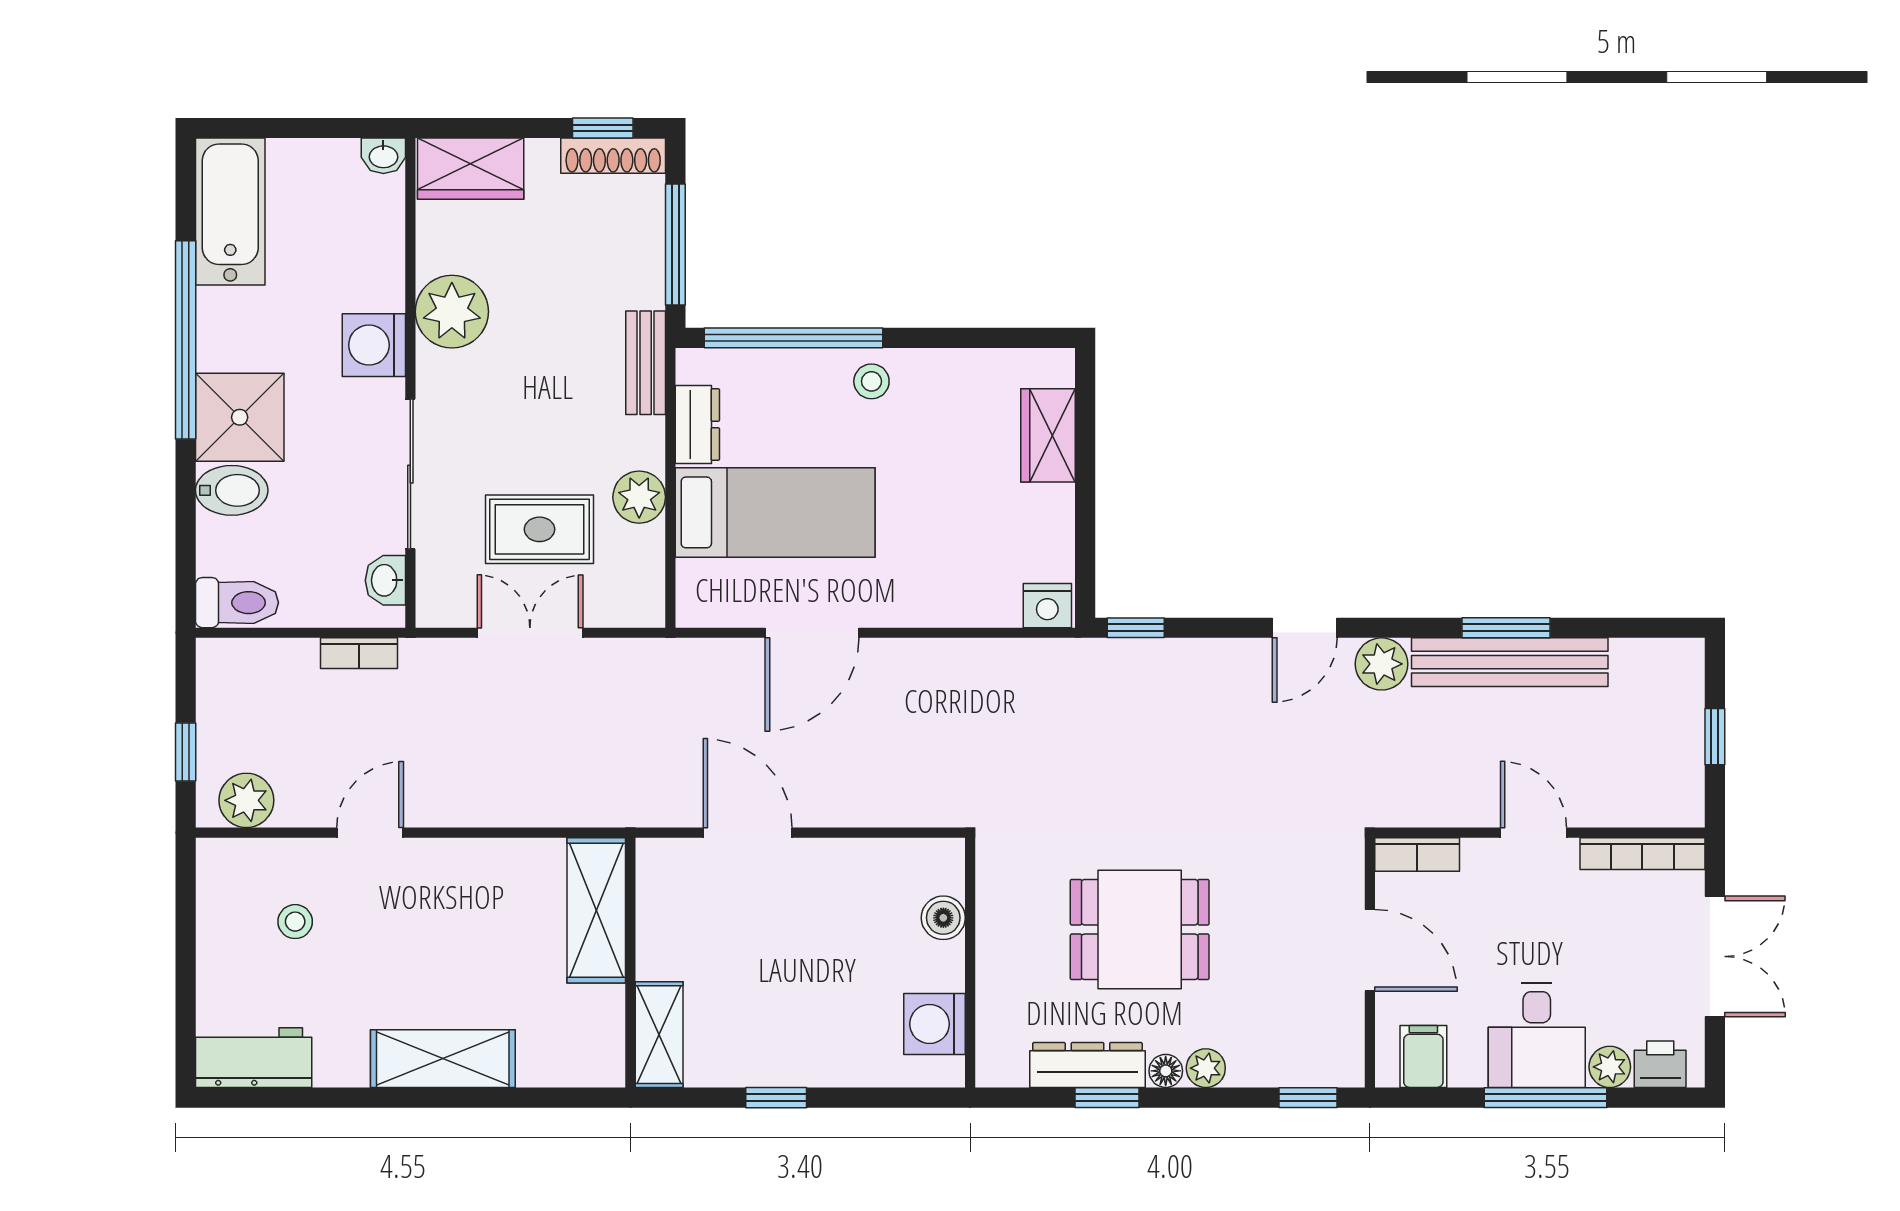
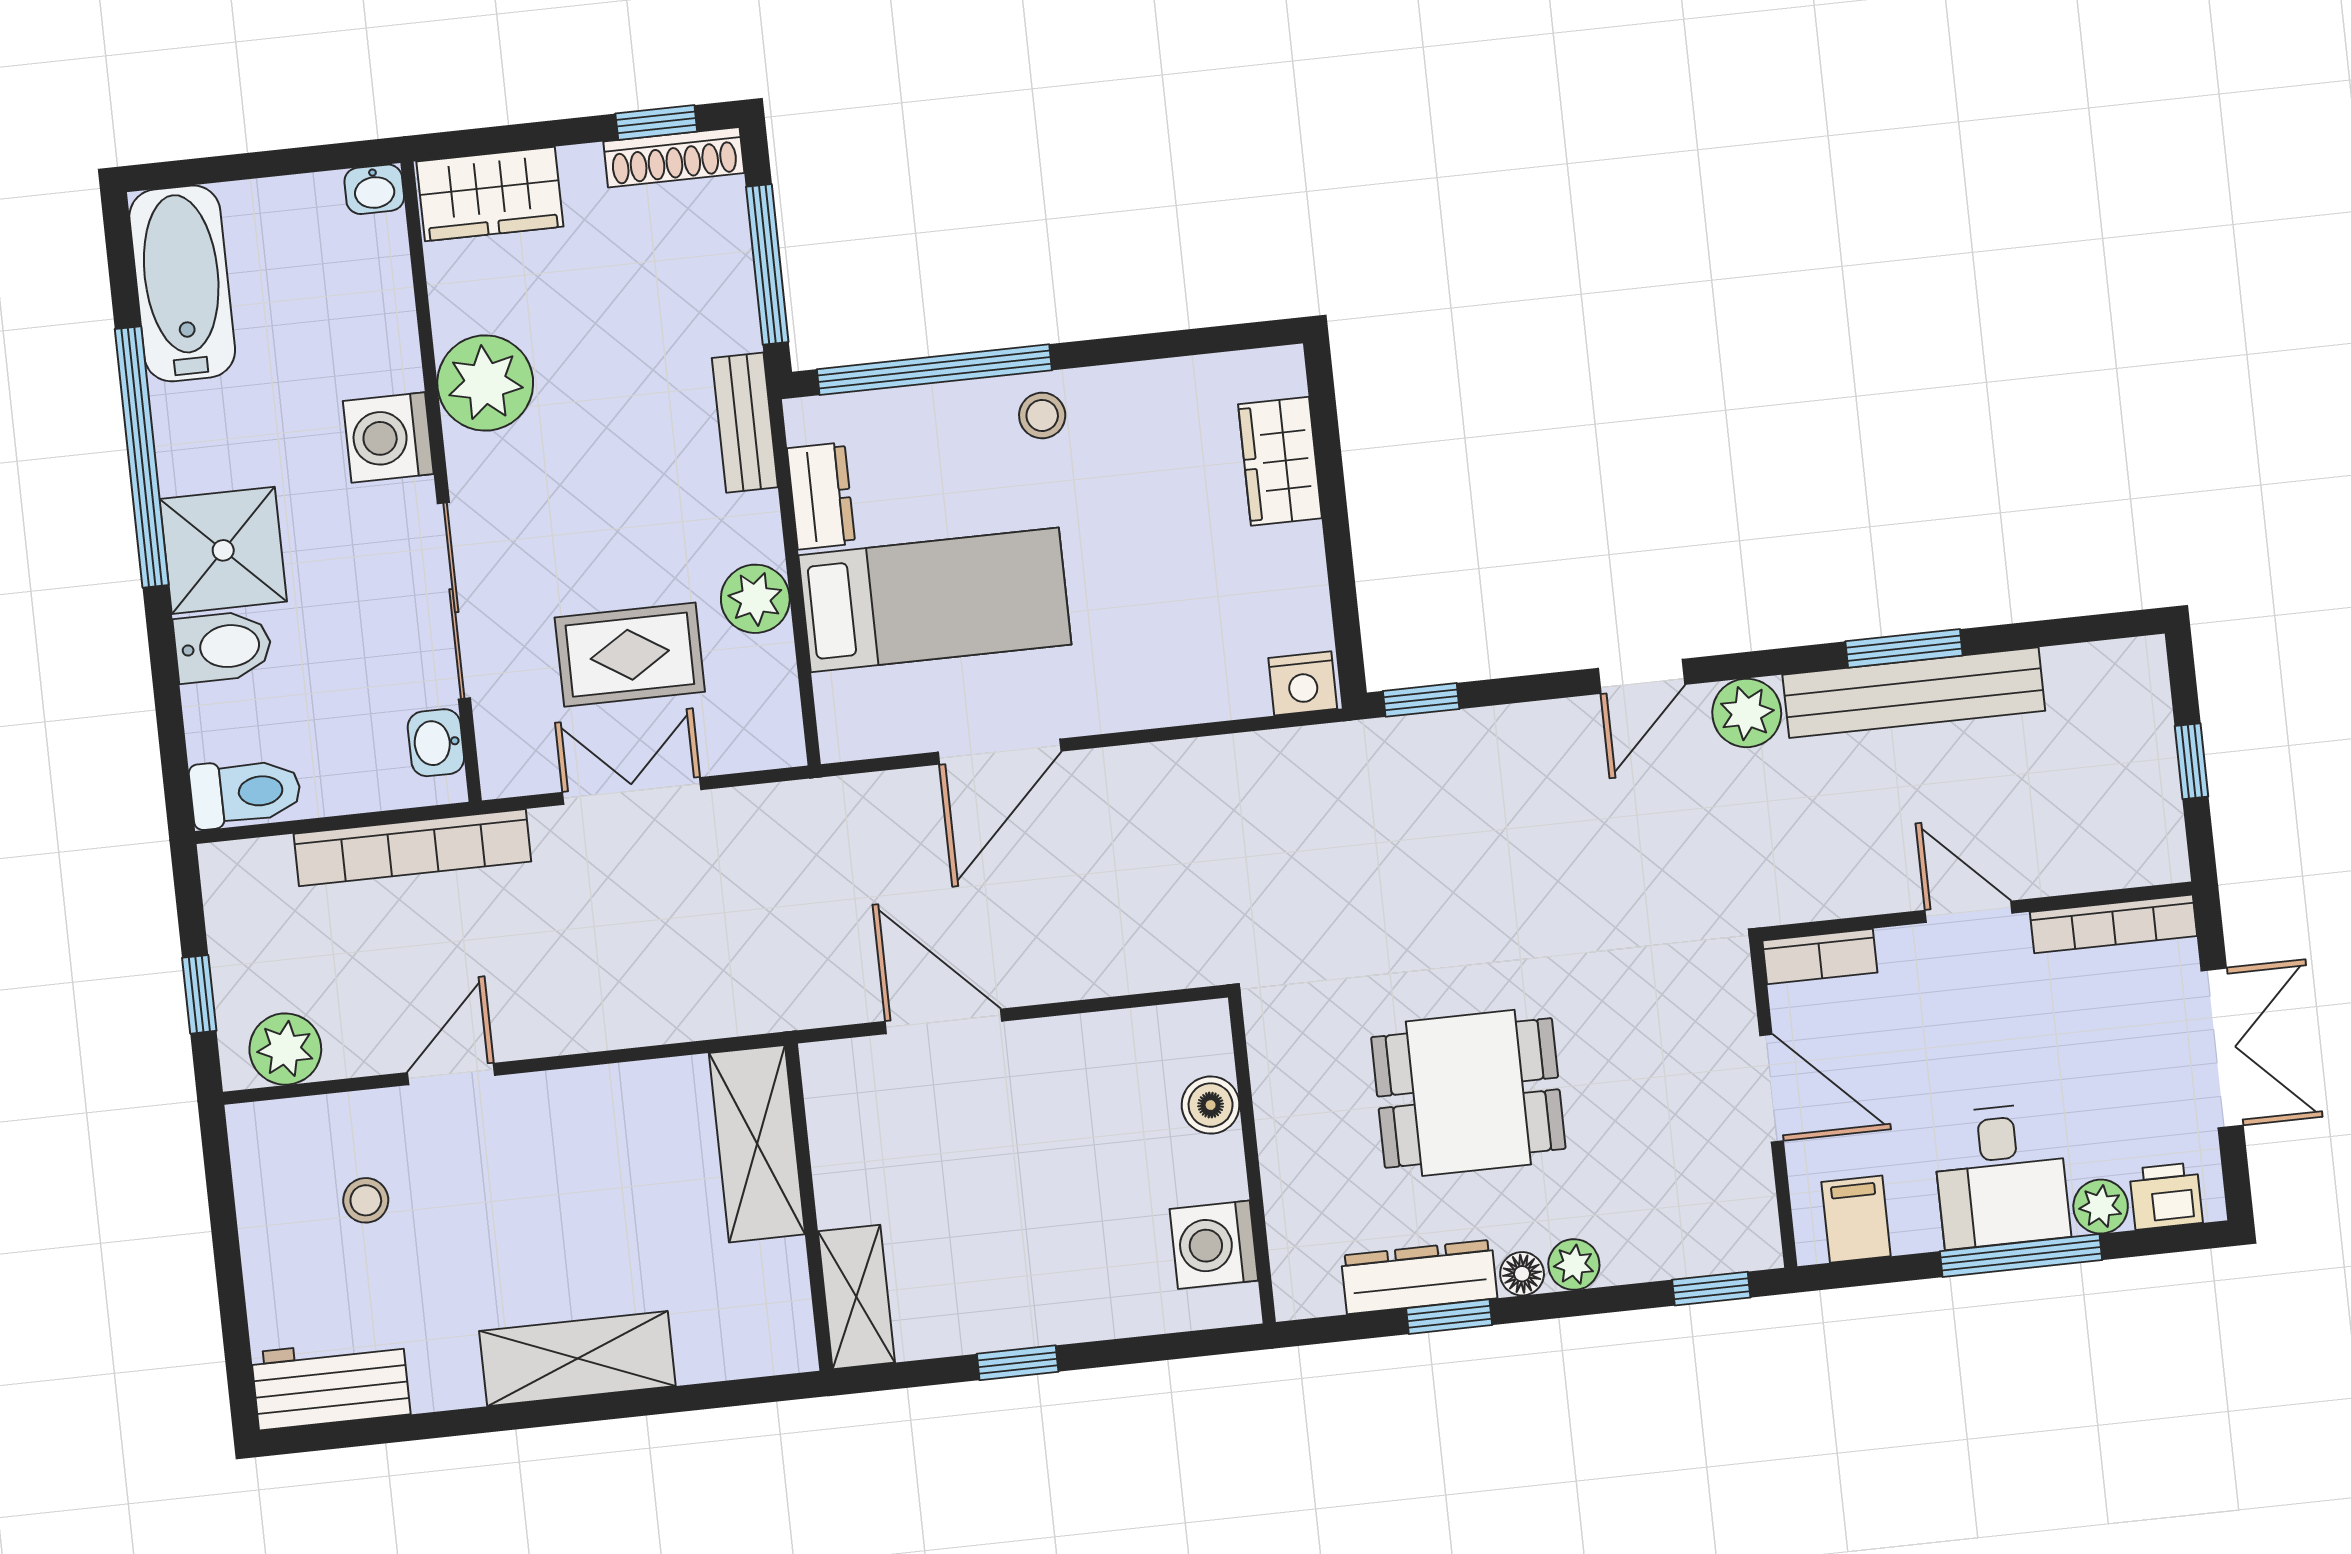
bookcase: (359, 653) -> (412, 848), width x2.31, depth x1.31

